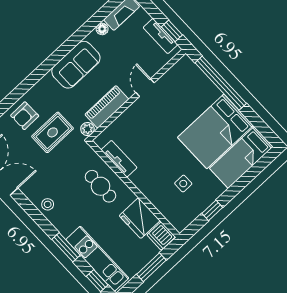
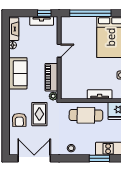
door: (145, 88) -> (59, 51), swing flipped
tv unit: (119, 159) -> (100, 94), moved
cafe table: (100, 186) -> (86, 115), width x1.37, depth x1.35

